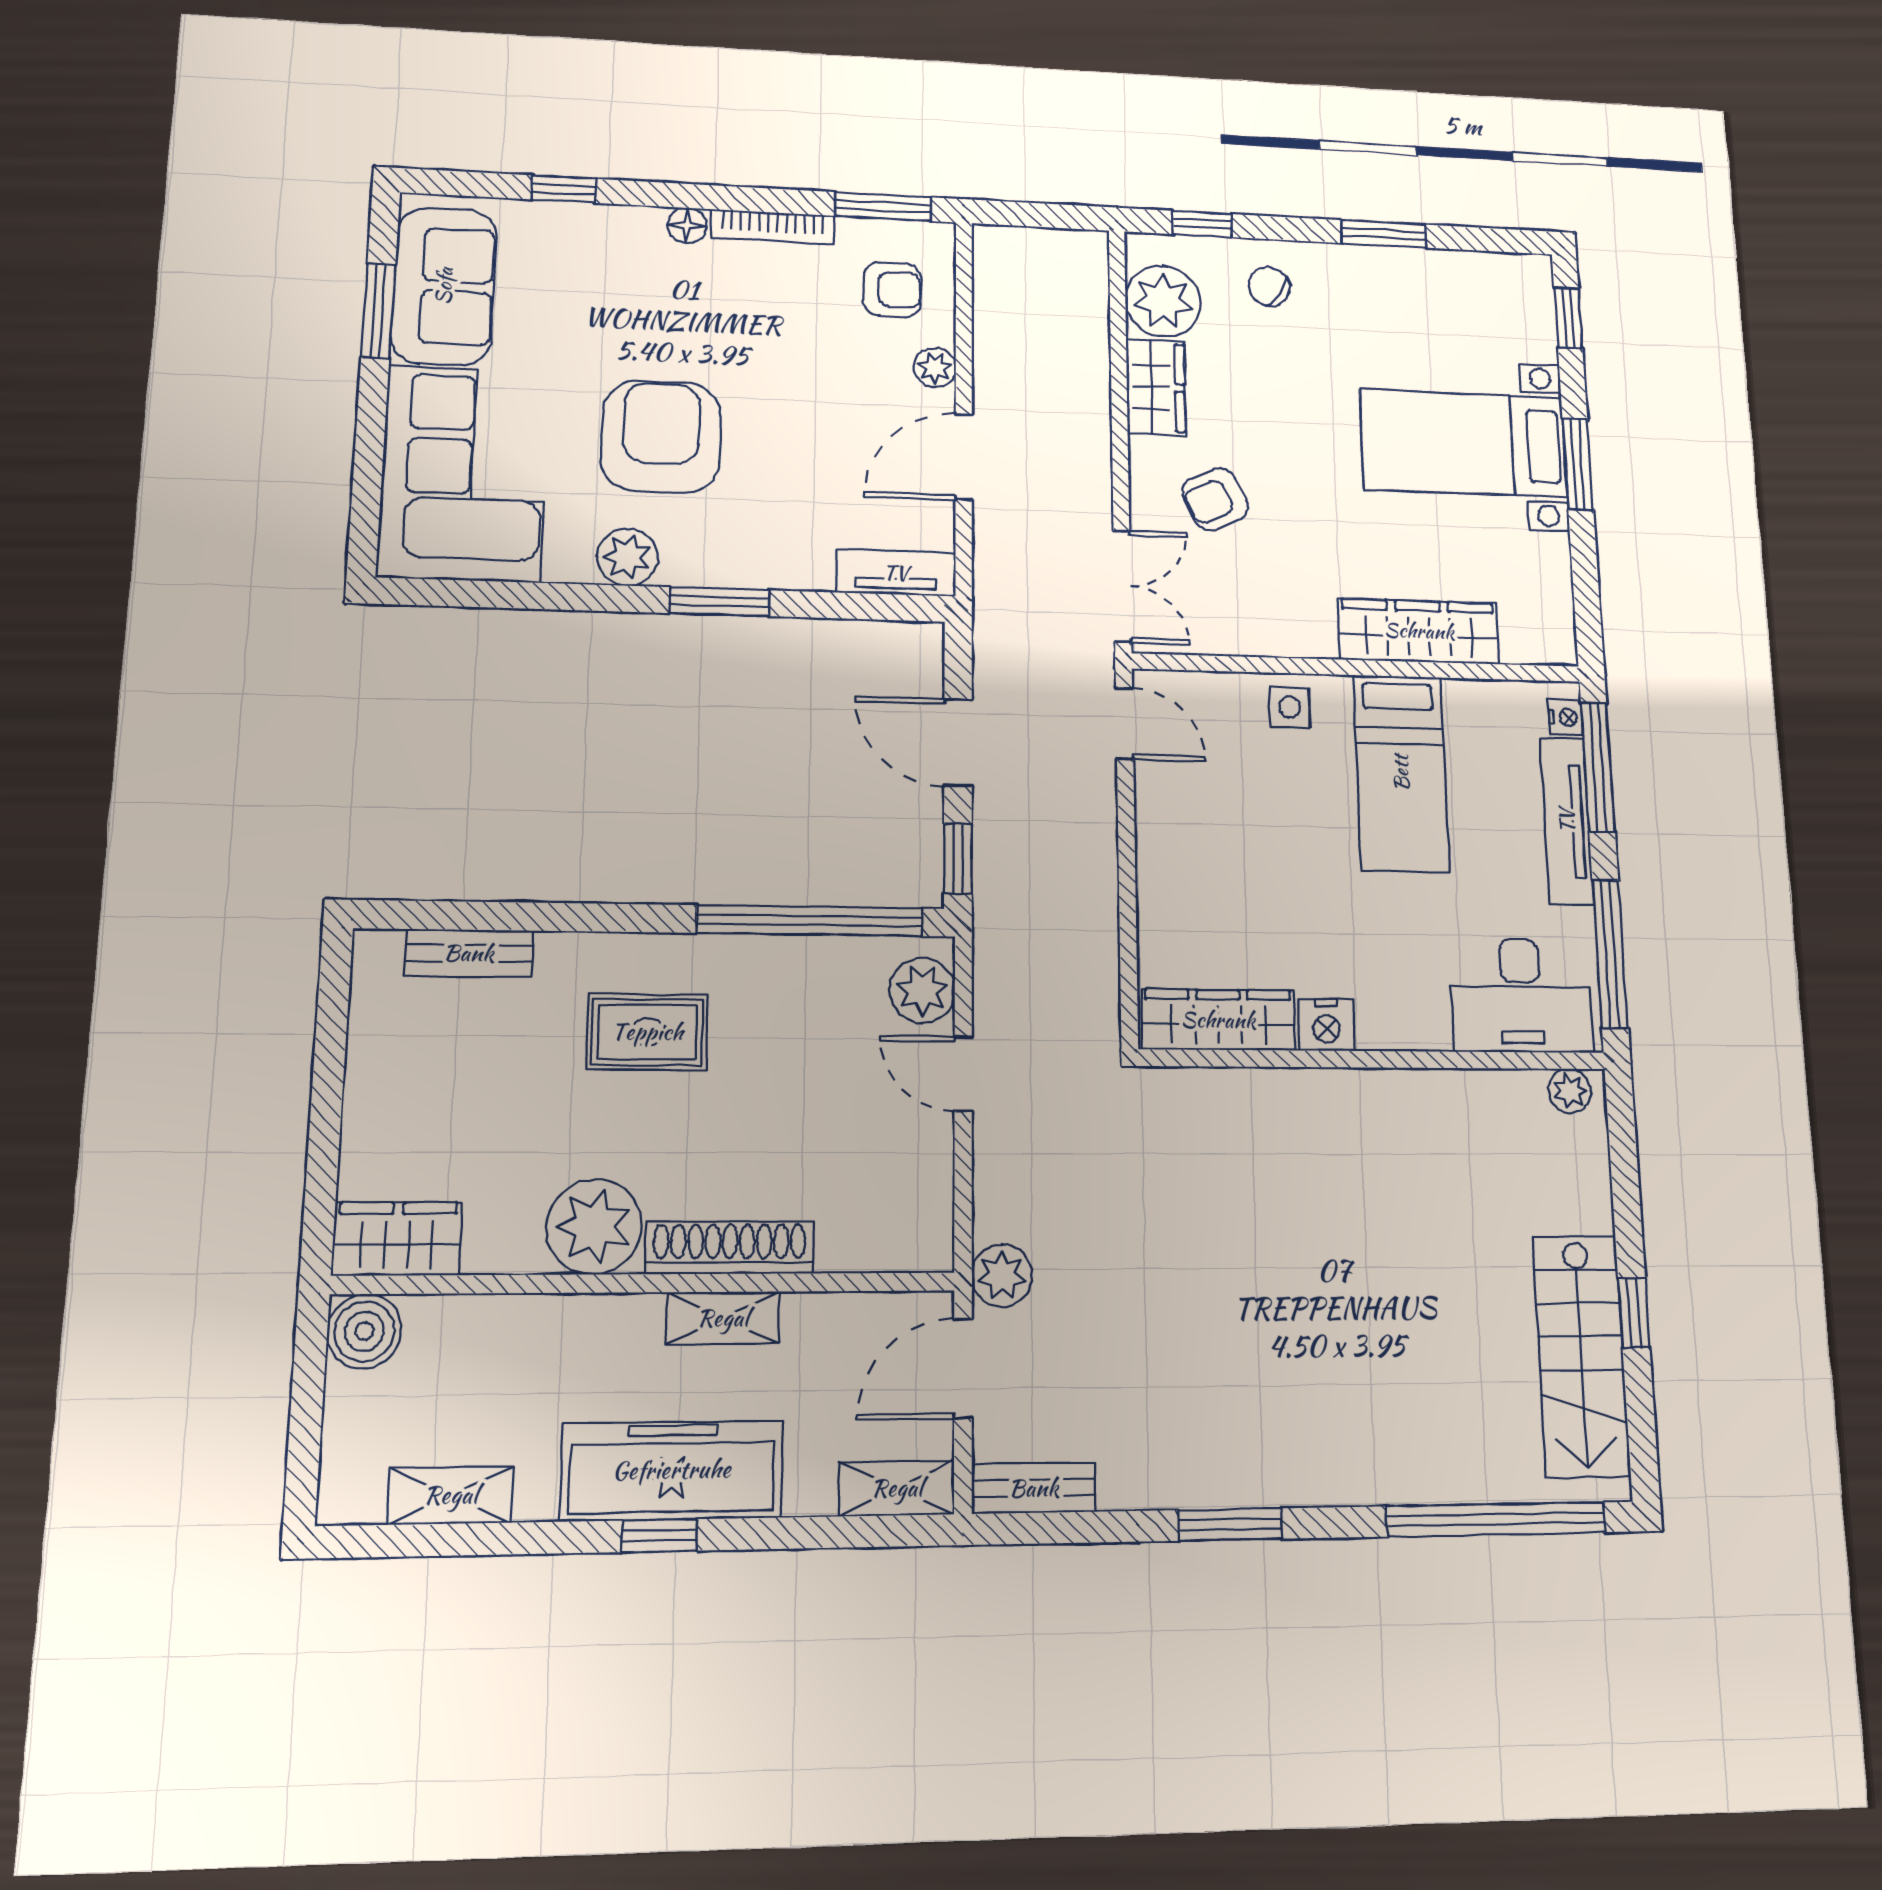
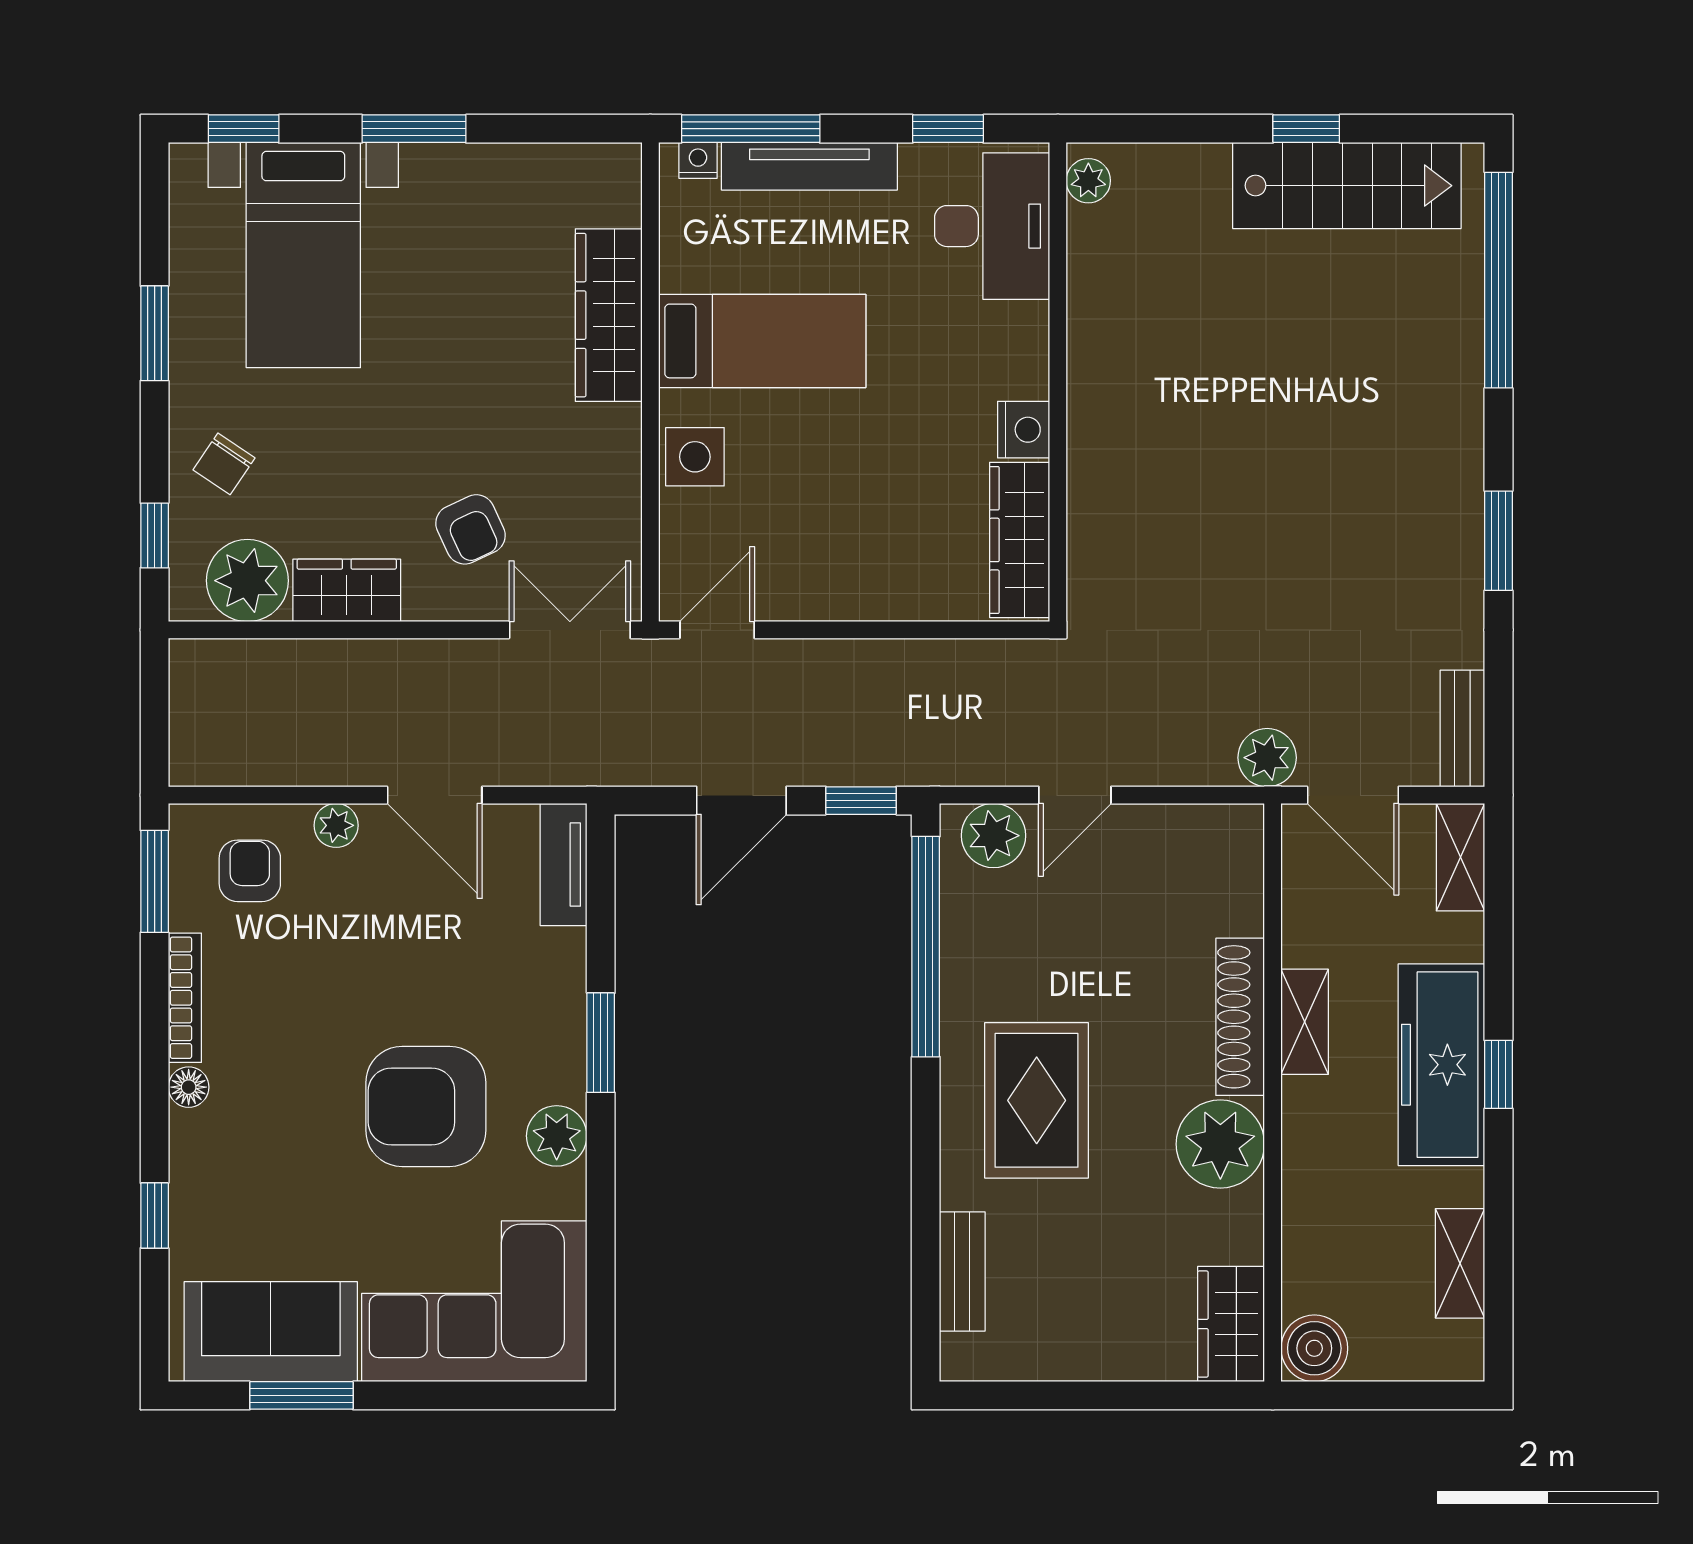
bed with nightstands: (1464, 443) -> (303, 255), moved
side table: (1289, 707) -> (695, 457), width x1.37, depth x1.37
window: (1610, 954) -> (948, 129), width x0.46
rug: (647, 1032) -> (1037, 1100), width x1.36, depth x1.43

